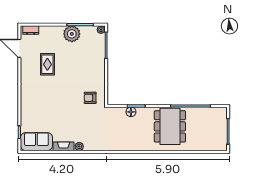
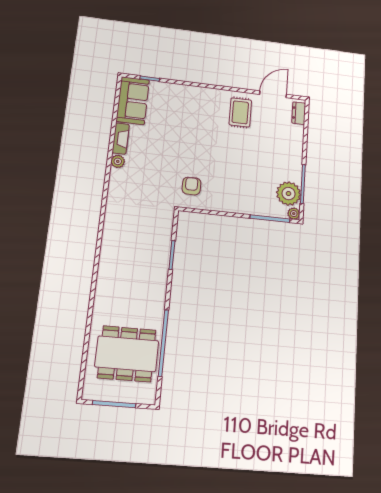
plant: (72, 34) -> (289, 194), moved
rug: (47, 64) -> (240, 112), moved, turned 90
floor lamp: (131, 112) -> (163, 246), removed
dining table: (170, 126) -> (127, 354), moved

